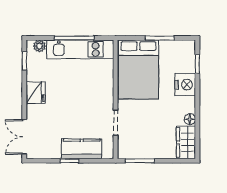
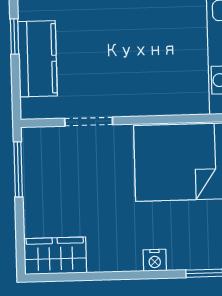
nightstand: (185, 85) -> (155, 260), width x0.53, depth x0.56
floor lamp: (190, 119) -> (99, 262), removed

